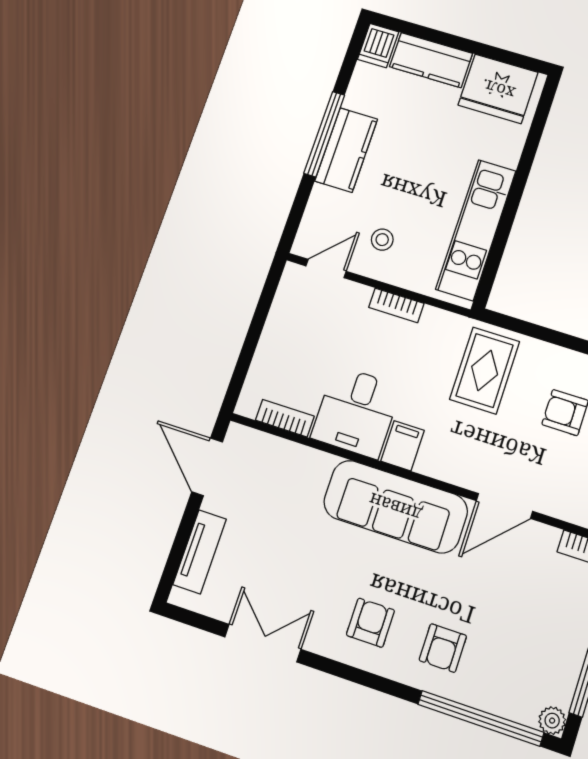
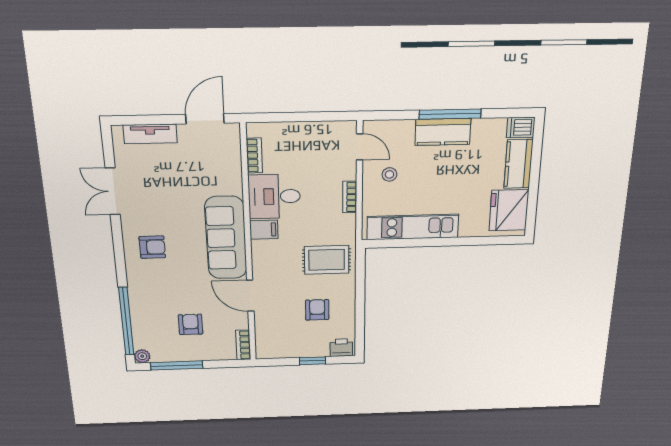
double door: (263, 643) -> (113, 191), swing flipped
armchair: (443, 648) -> (191, 324), moved, turned 90

